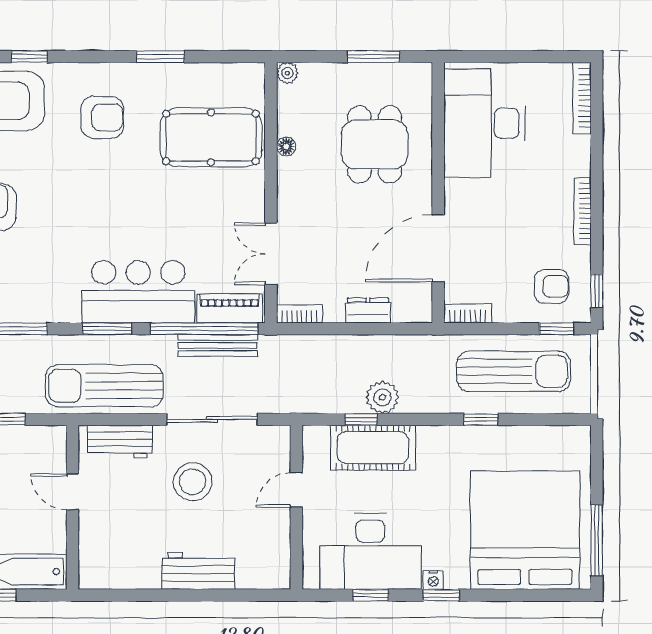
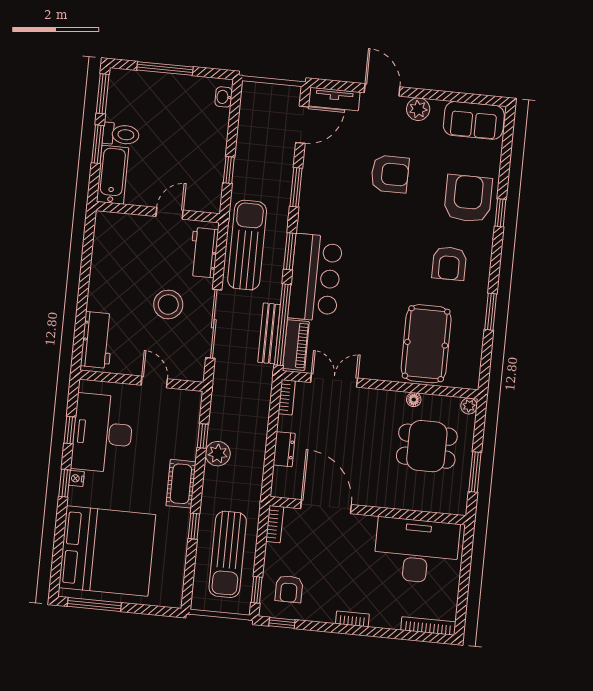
dining table: (375, 144) -> (427, 446), moved
bookcase: (582, 211) -> (352, 619), width x0.64
cot: (373, 448) -> (181, 484), moved, width x0.73, depth x0.75
workbench: (198, 571) -> (97, 340), moved

